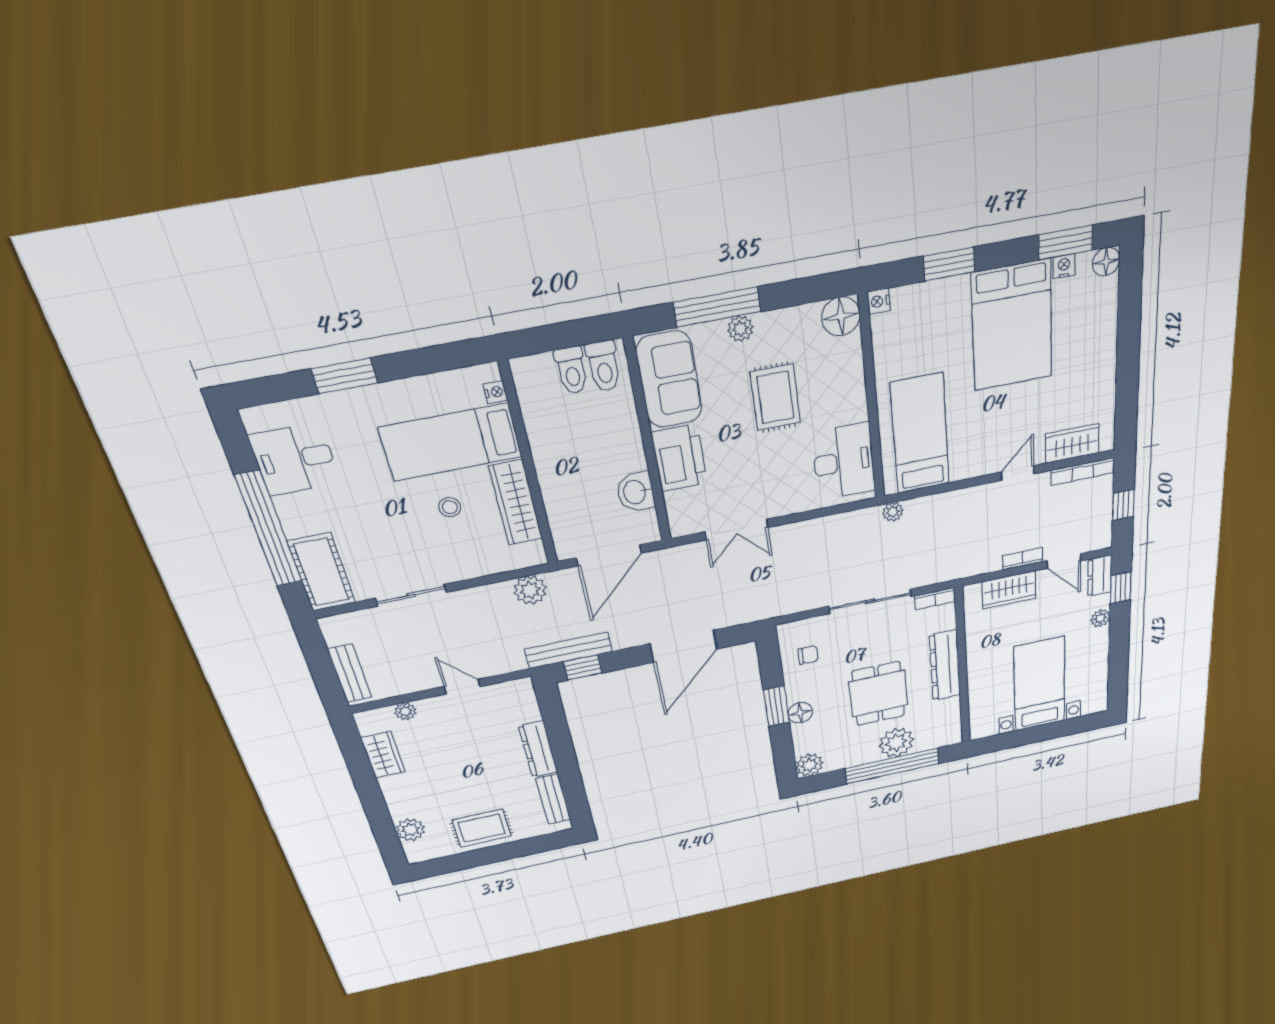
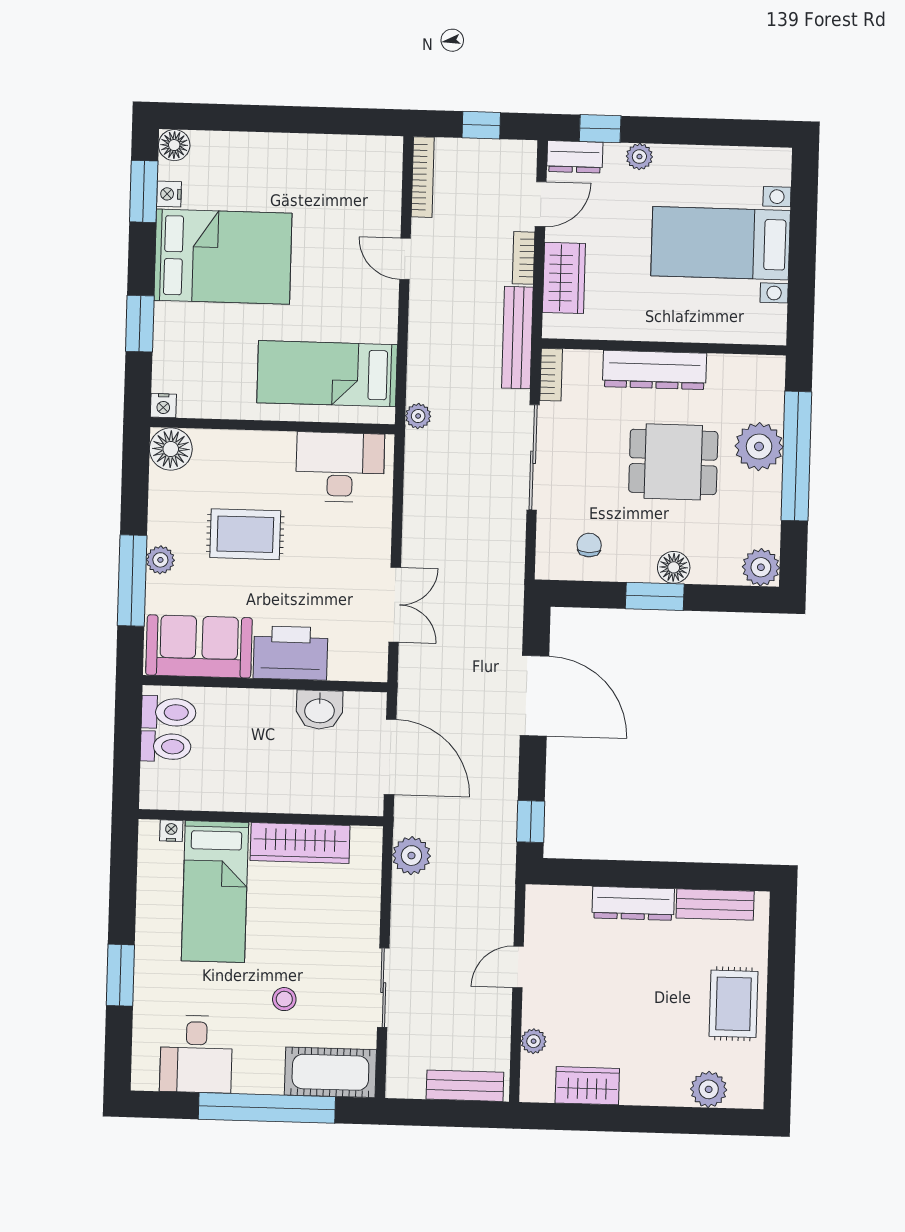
wardrobe: (1072, 443) -> (383, 189), removed
stool: (450, 507) -> (284, 999), moved
bench: (569, 650) -> (517, 338), moved

